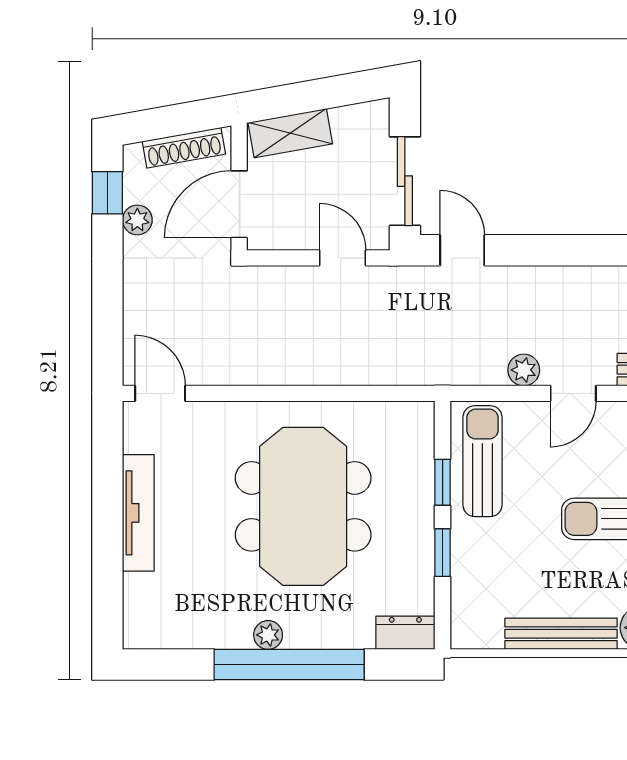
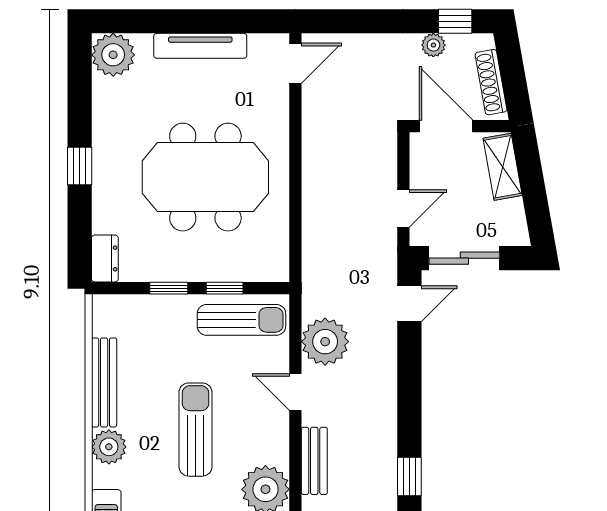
plant: (524, 370) -> (325, 342), width x1.88, depth x1.88
plant: (268, 635) -> (113, 55), moved, width x1.88, depth x1.88
window: (289, 664) -> (80, 166), width x0.32

